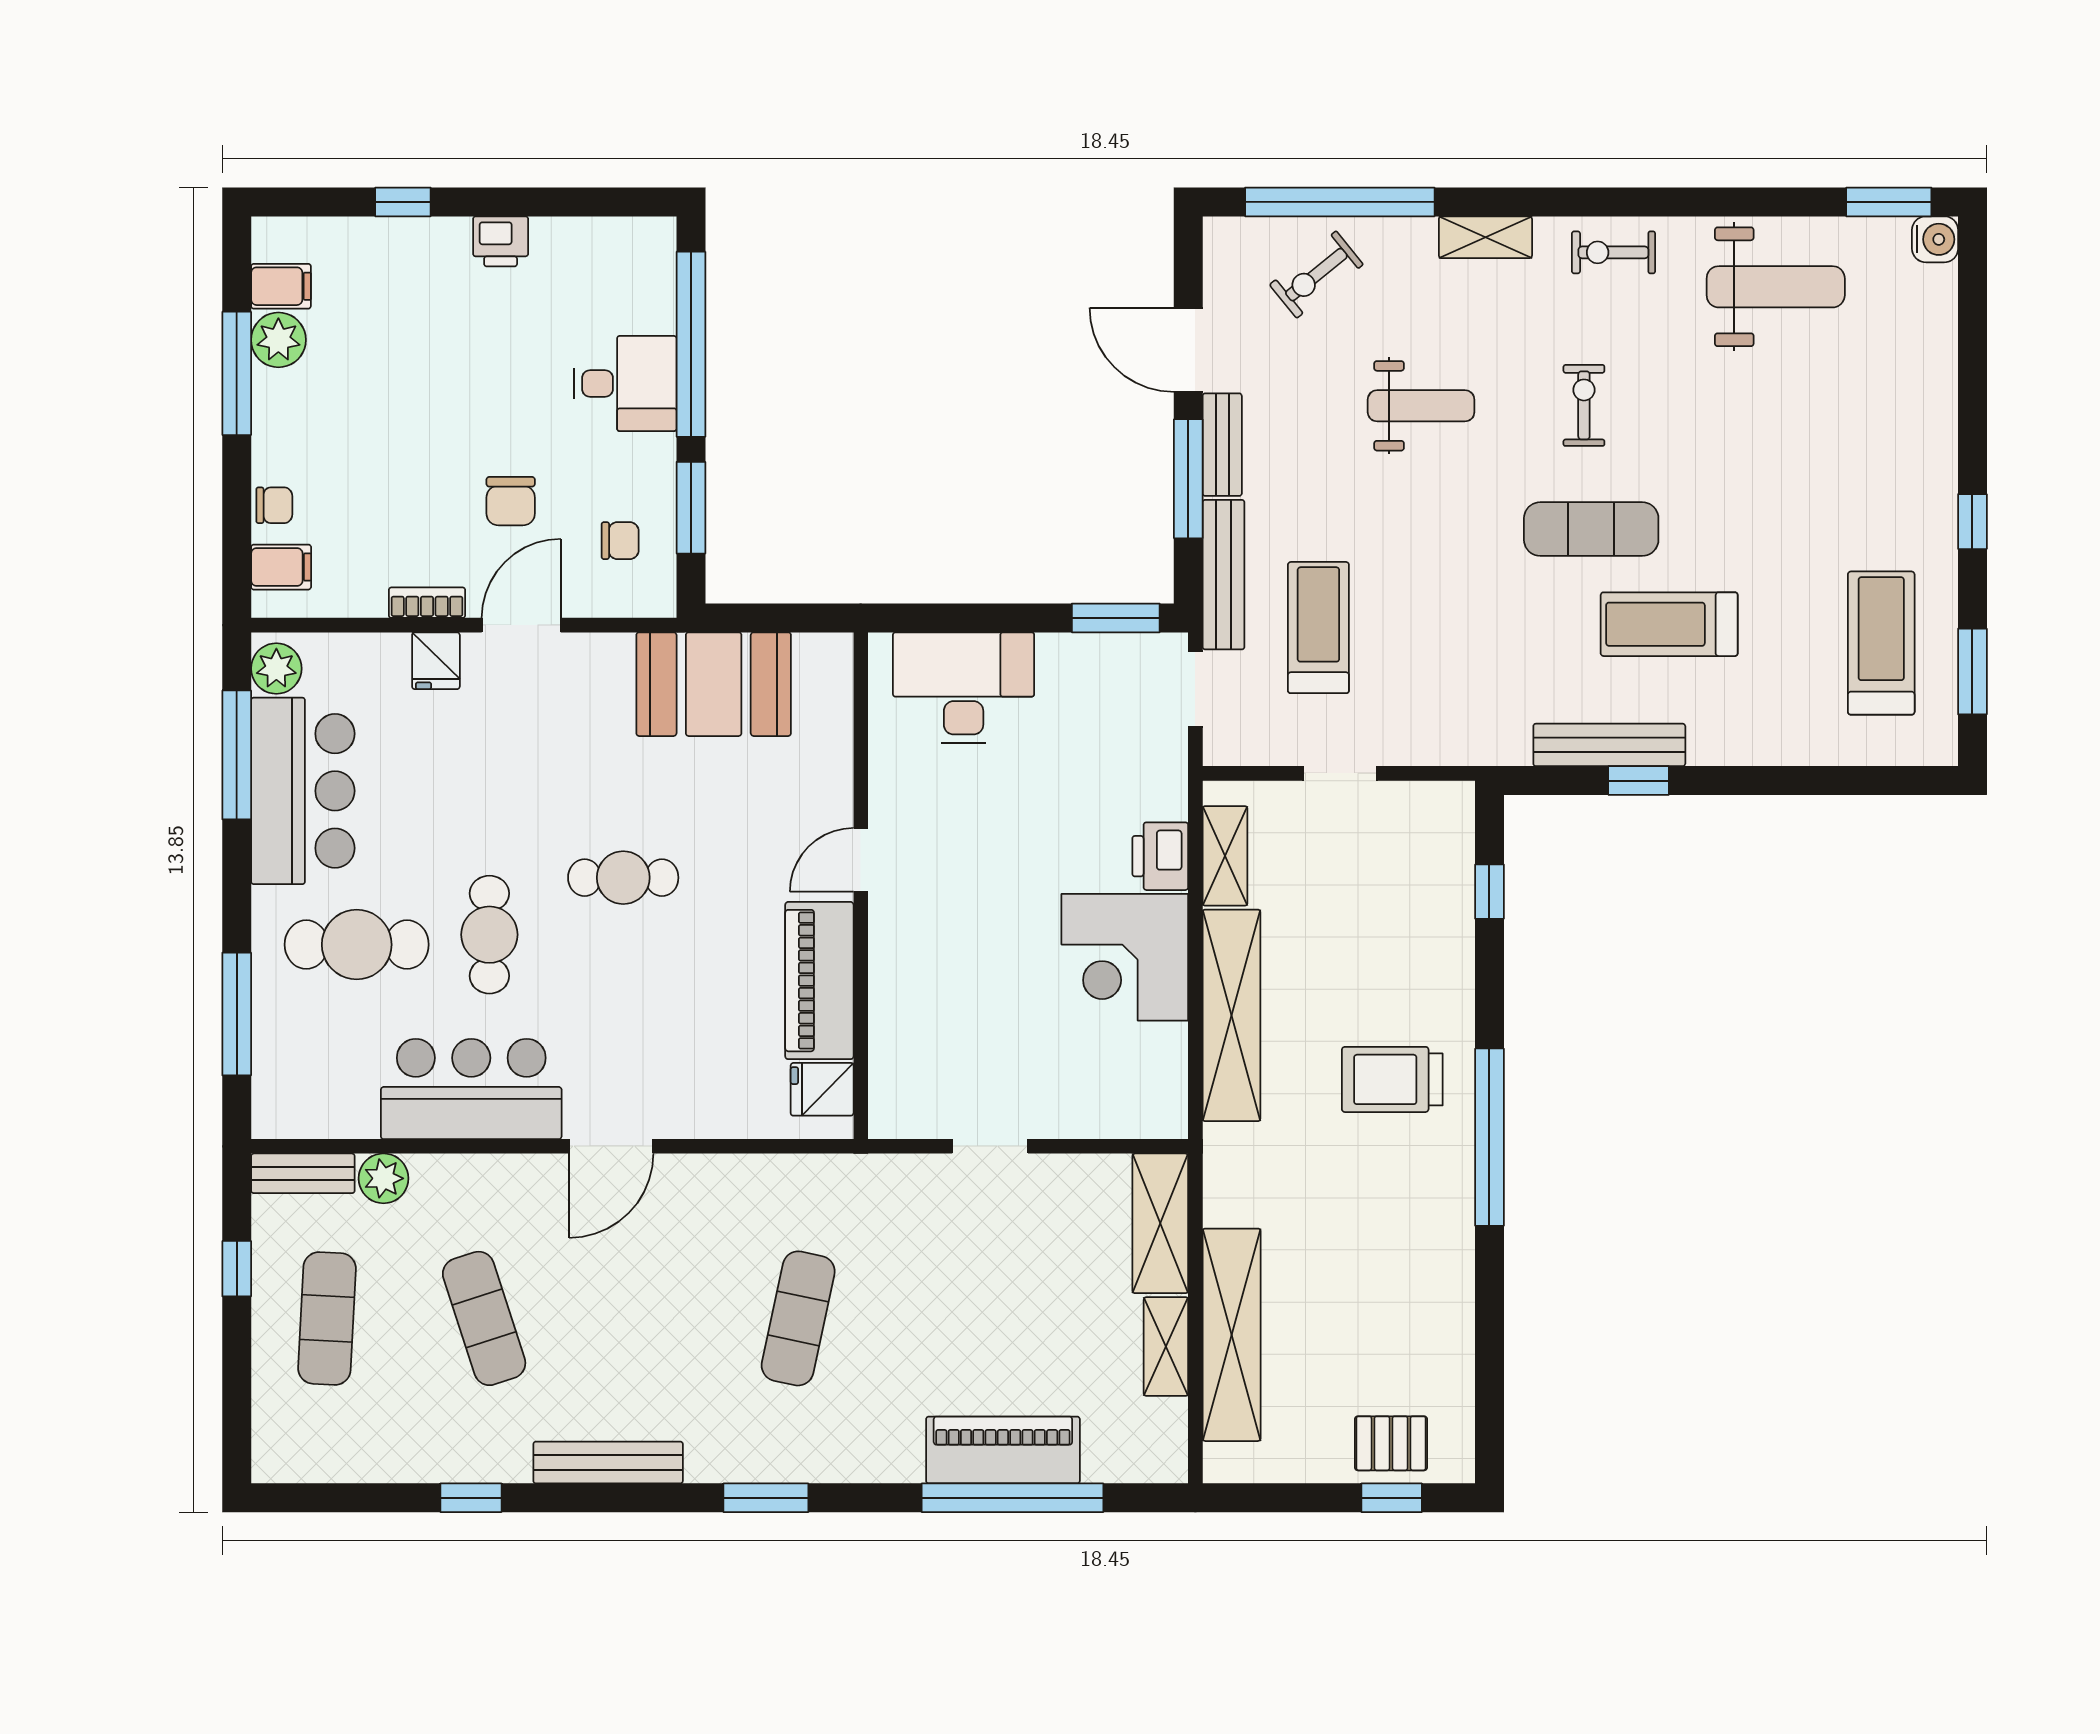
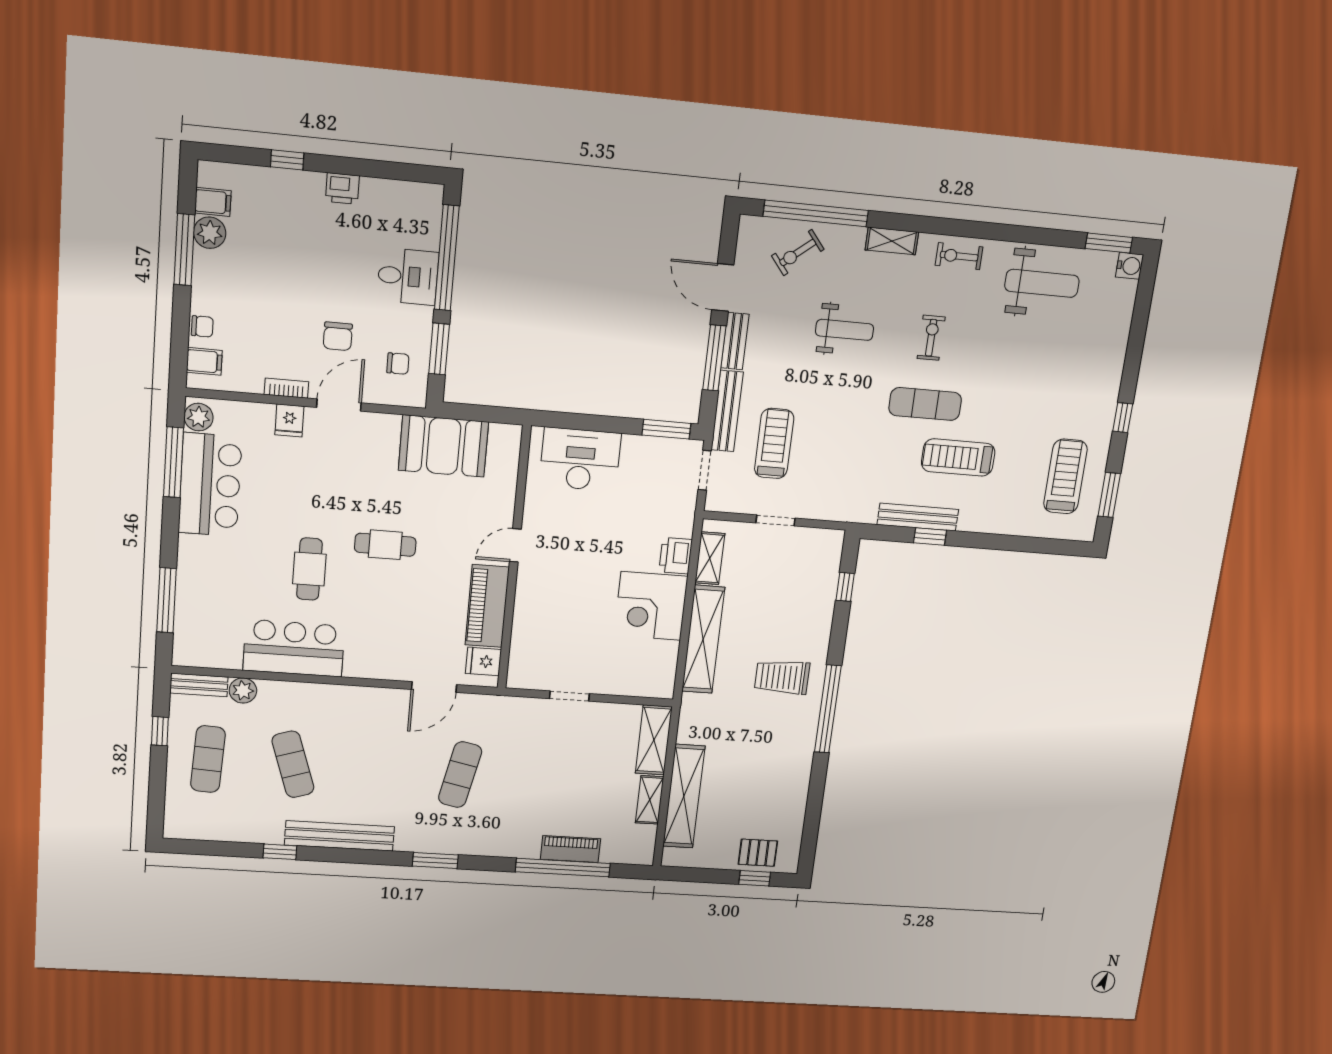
cafe table: (357, 945) -> (235, 569), removed
door: (611, 1146) -> (434, 687), moved
piano: (1003, 1450) -> (570, 849), width x0.73, depth x0.75
bench: (608, 1462) -> (339, 836), width x1.37, depth x1.21

